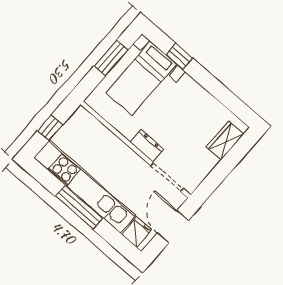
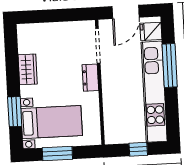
window: (179, 56) -> (15, 112), width x1.50
wardrobe: (225, 141) -> (28, 69), moved, turned -90
window: (79, 207) -> (170, 66), moved

